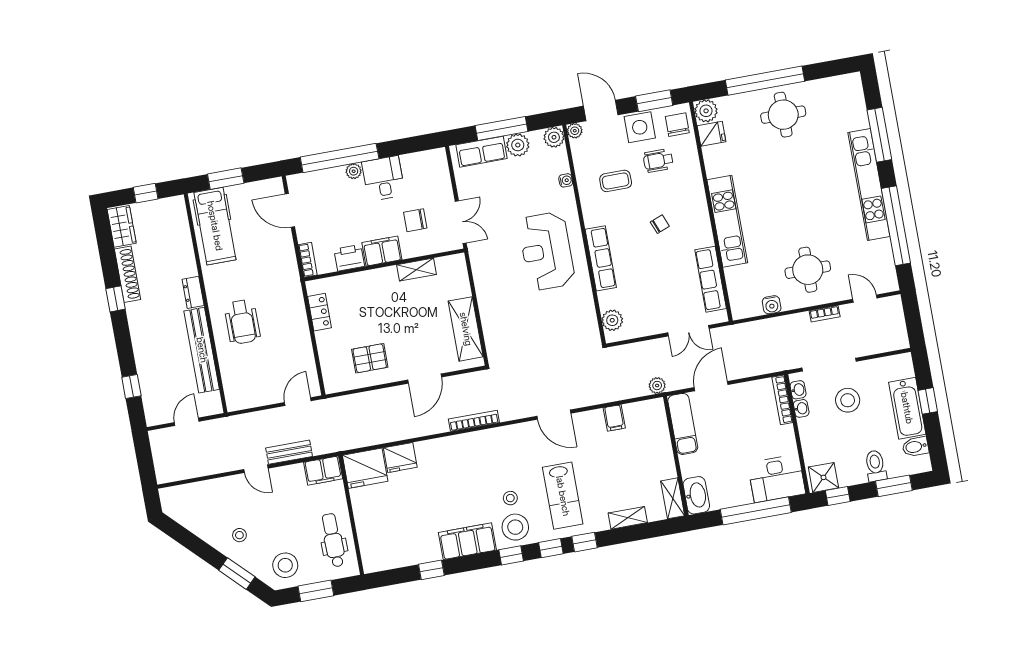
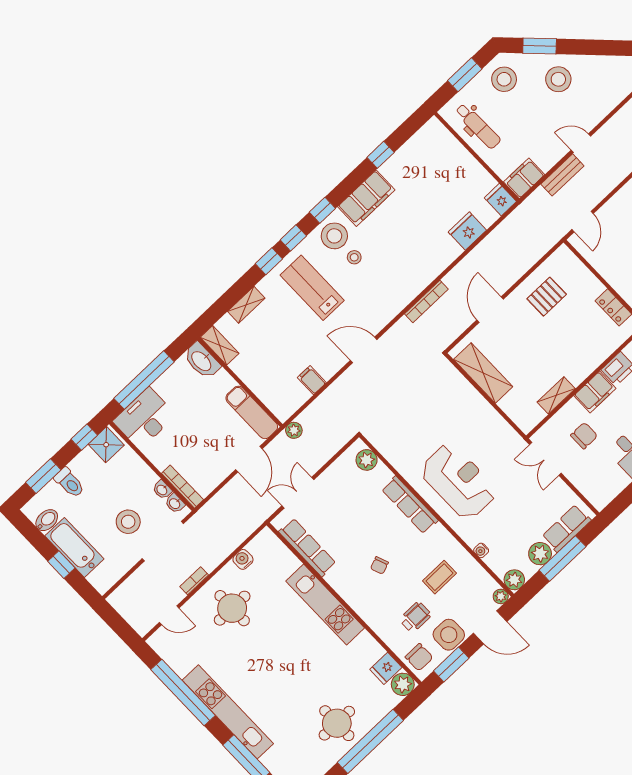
fridge: (365, 468) -> (500, 200), width x0.53, depth x0.75
stool: (239, 535) -> (558, 79), width x1.89, depth x1.89

